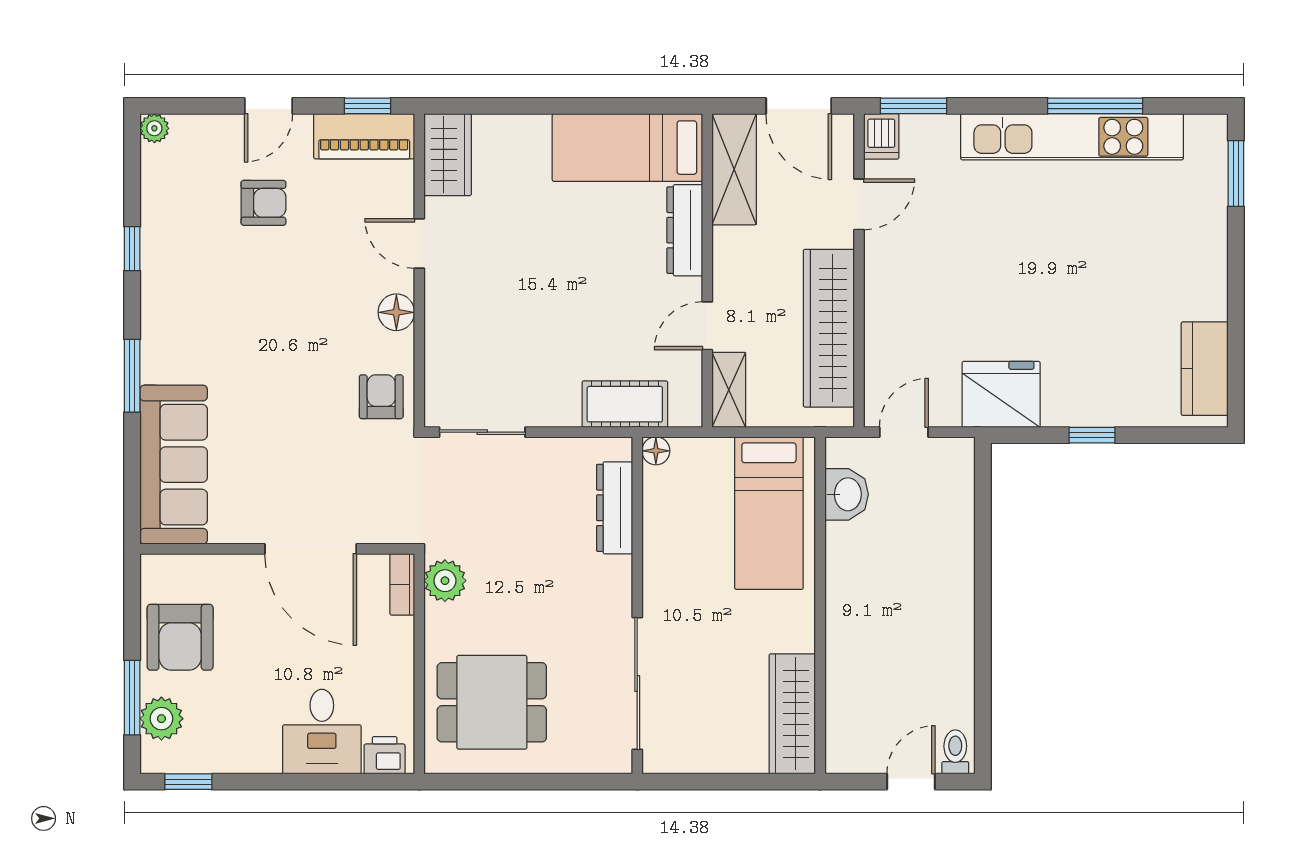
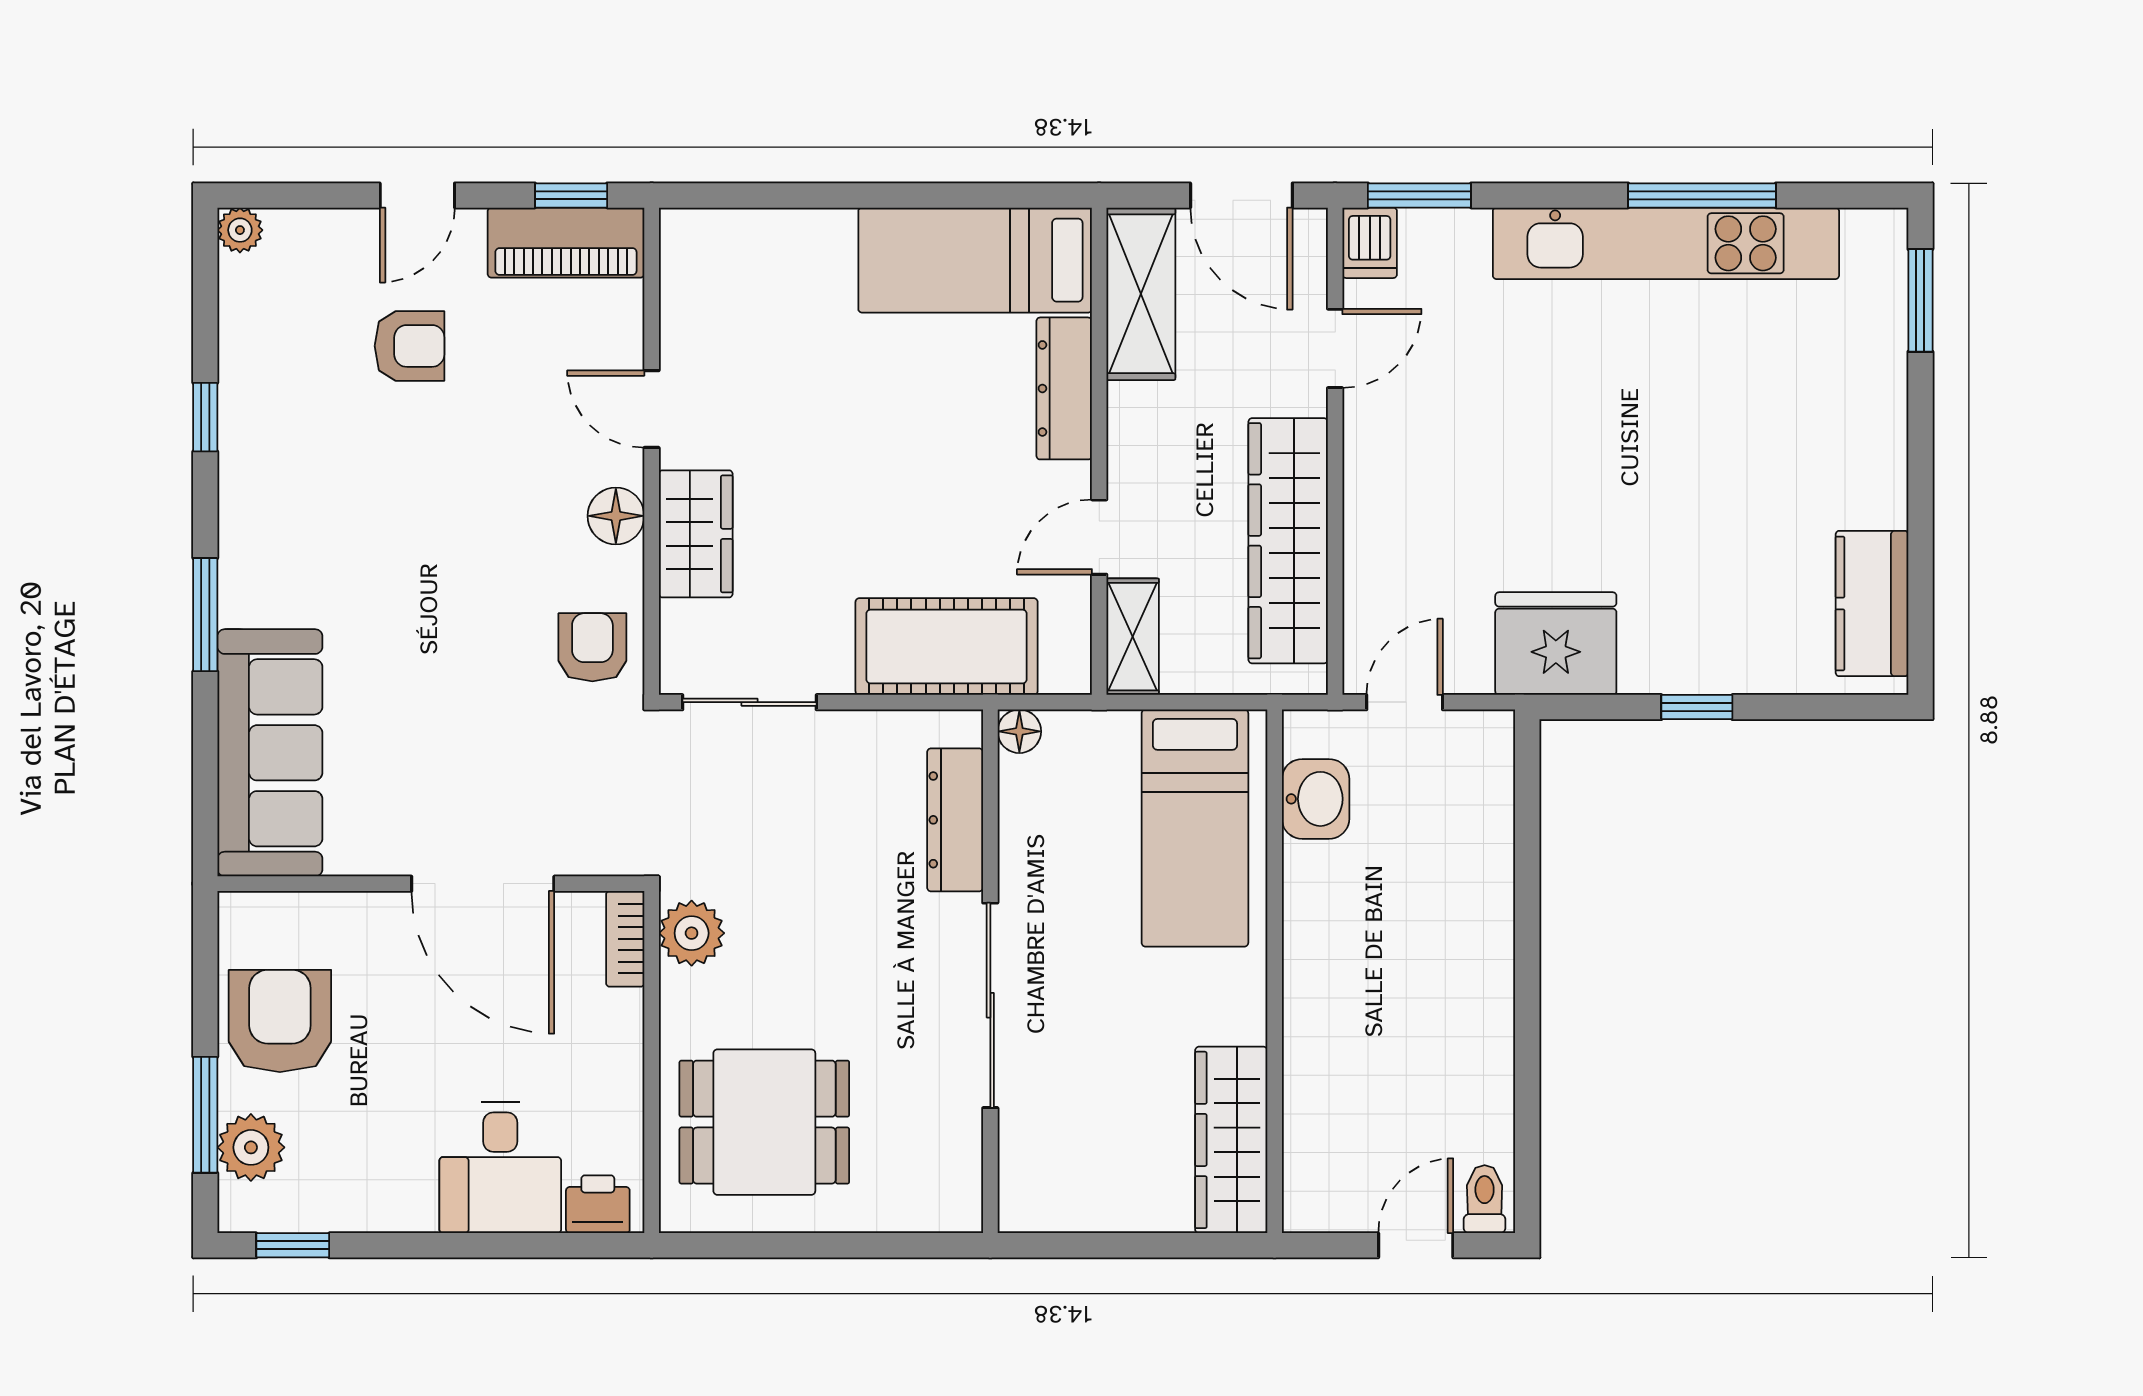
wardrobe: (448, 155) -> (696, 534), moved
cot: (625, 404) -> (947, 647), width x1.37, depth x1.34
armchair: (180, 637) -> (280, 1021), turned 180
sliding door: (637, 684) -> (990, 1005), moved

